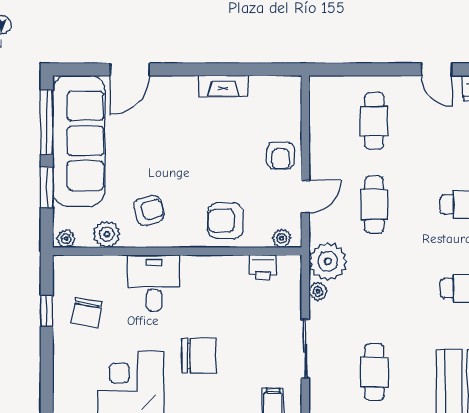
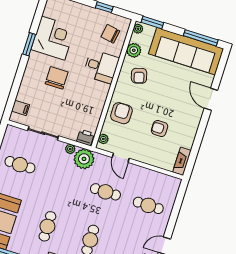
door: (130, 69) -> (211, 99), moved
fireplace: (223, 86) -> (182, 161), moved
armchair: (281, 155) -> (160, 128), moved
window: (47, 187) -> (152, 22), moved
printer: (263, 267) -> (85, 138), moved, turned 90
chair: (87, 313) -> (110, 34), moved
chair: (199, 356) -> (57, 78), turned 180

